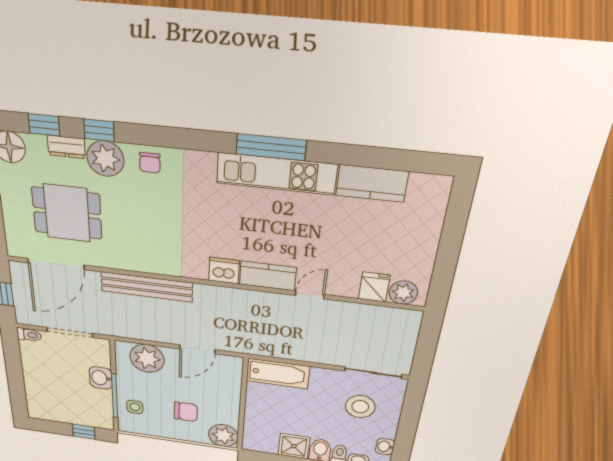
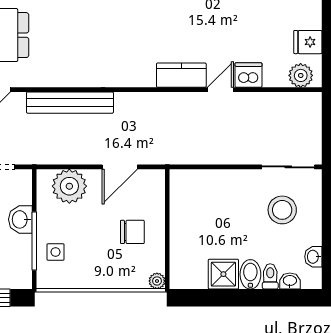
dishwasher: (224, 271) -> (248, 75), moved
fridge: (374, 287) -> (308, 42), moved, turned -90
bathtub: (278, 374) -> (199, 183), removed
chair: (186, 412) -> (132, 232), moved
plant: (223, 436) -> (157, 281), width x0.53, depth x0.53

